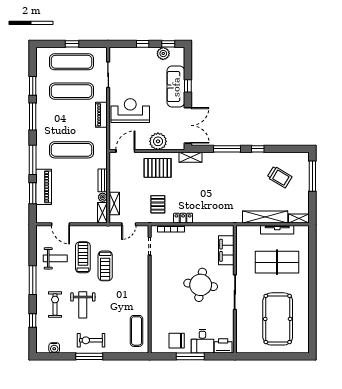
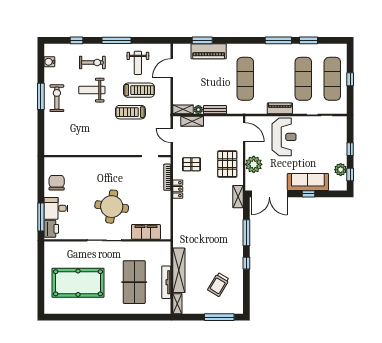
window: (33, 160) -> (235, 40), removed
exercise mat: (136, 331) -> (66, 143), removed
window: (190, 356) -> (41, 217), moved

